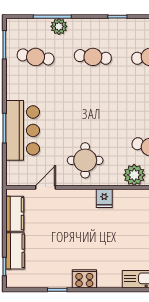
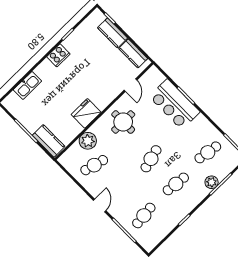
cafe table: (93, 102) -> (151, 159), added
fridge: (104, 198) -> (86, 113), width x1.88, depth x1.34

